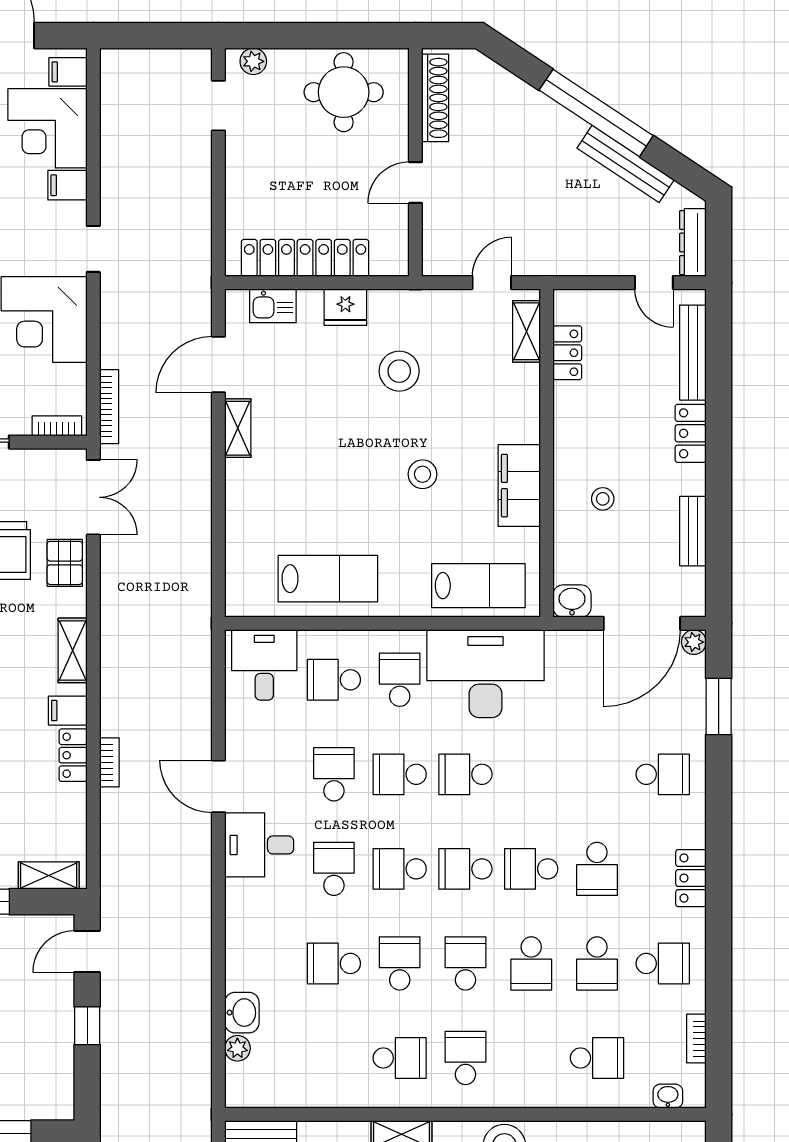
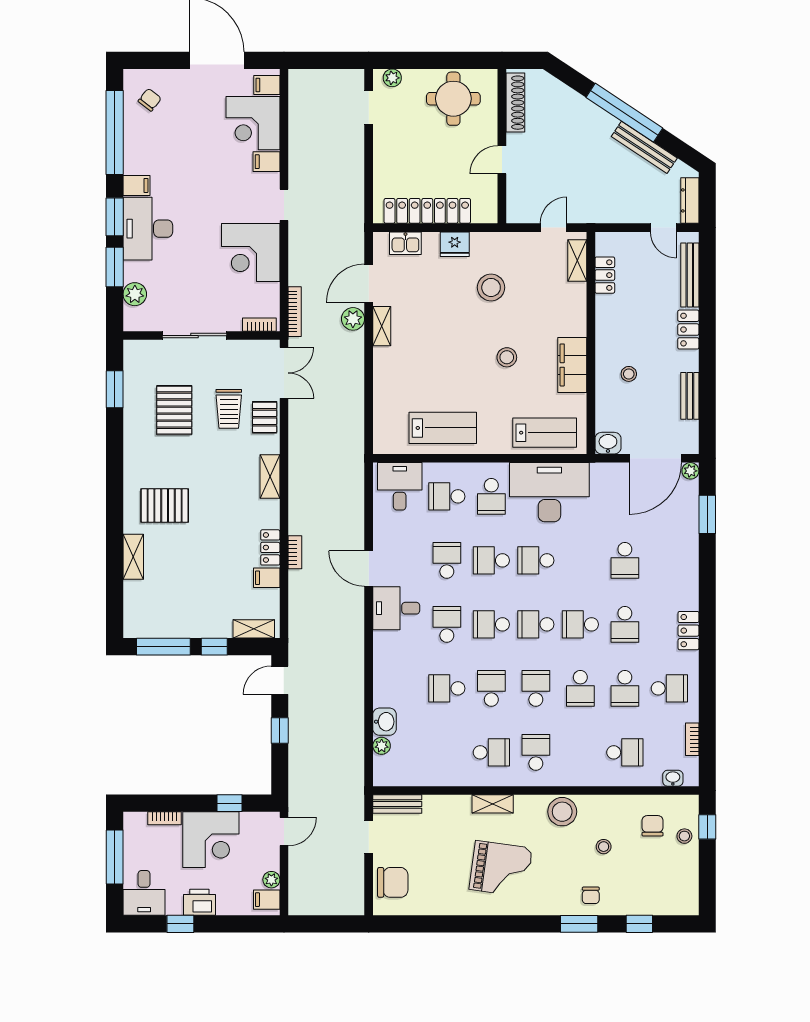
plant: (195, 418) -> (353, 319), added
school desk: (400, 680) -> (491, 496), turned 180
filing cabinet: (68, 711) -> (267, 578), moved
school desk: (663, 774) -> (625, 560), moved, turned 90

